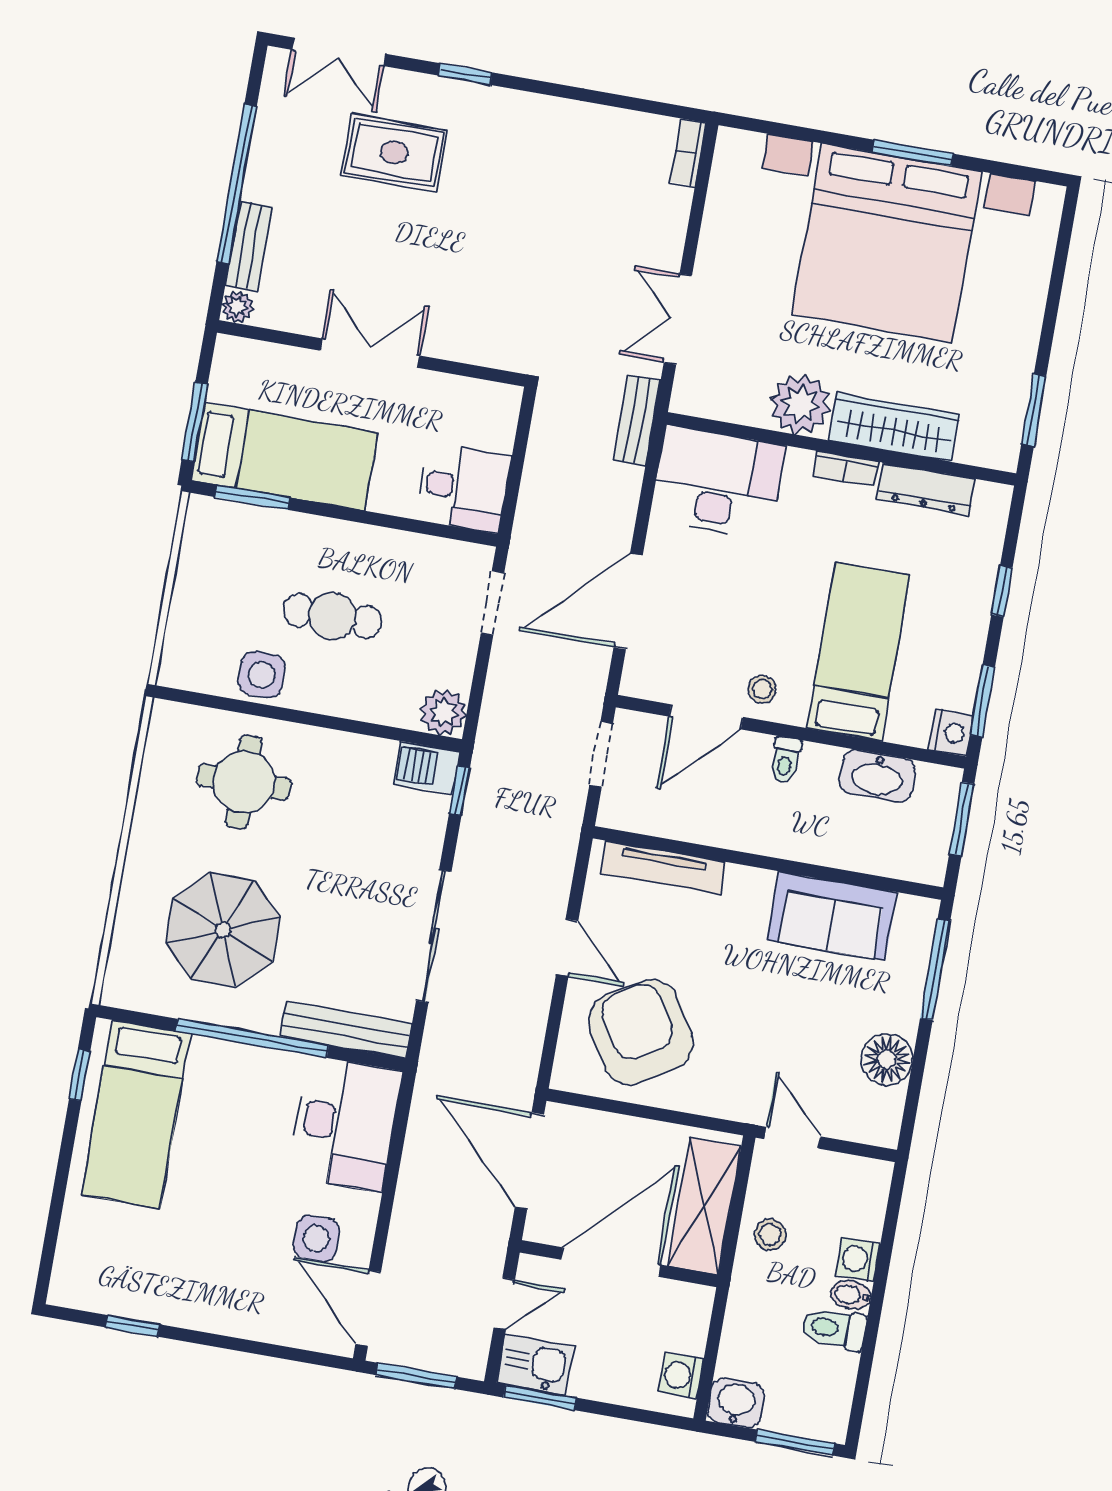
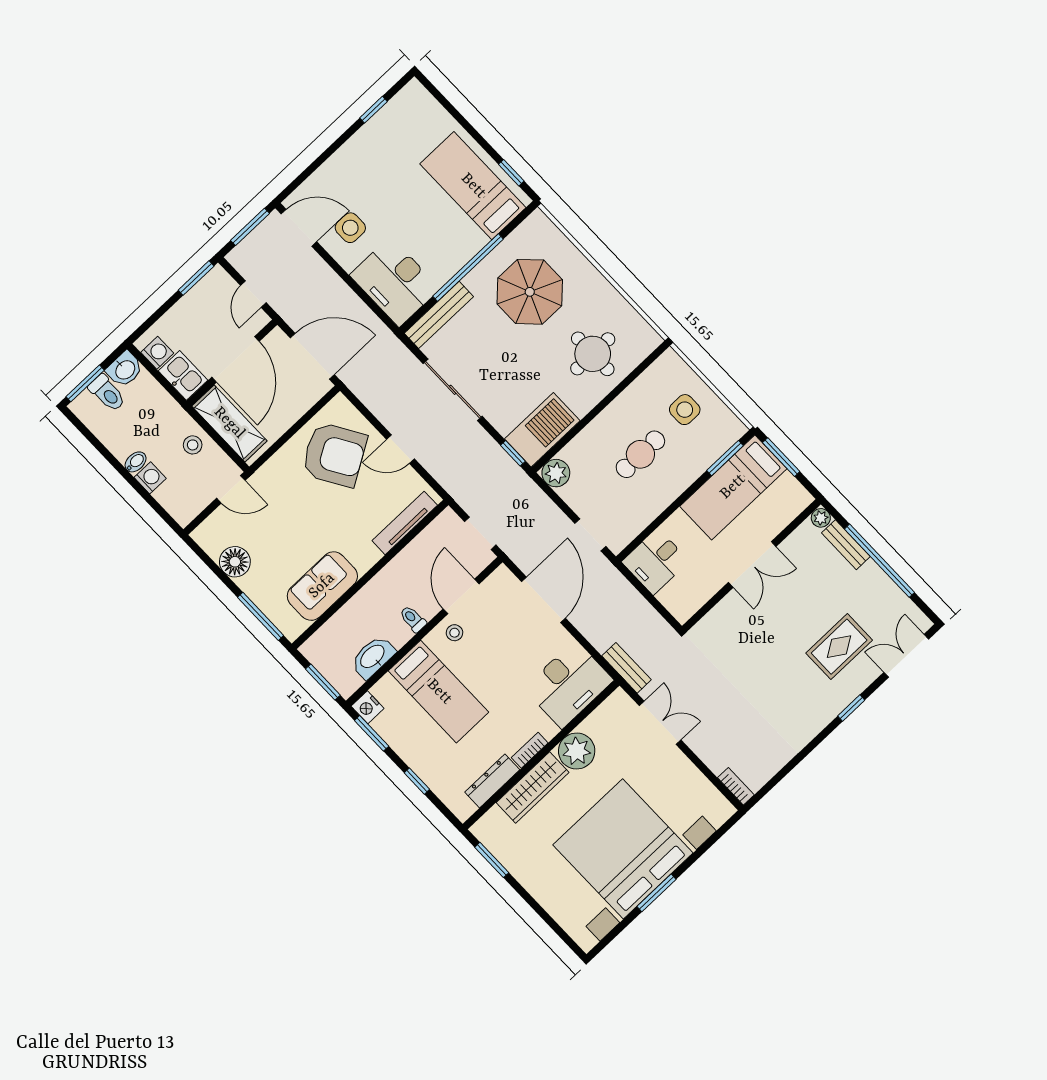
side table: (262, 675) -> (685, 410), moved
barbecue: (426, 768) -> (542, 430), width x1.88, depth x1.53
toilet: (834, 1329) -> (107, 393), moved, turned 90
kitchen sink: (535, 1365) -> (183, 375), moved, turned -90

